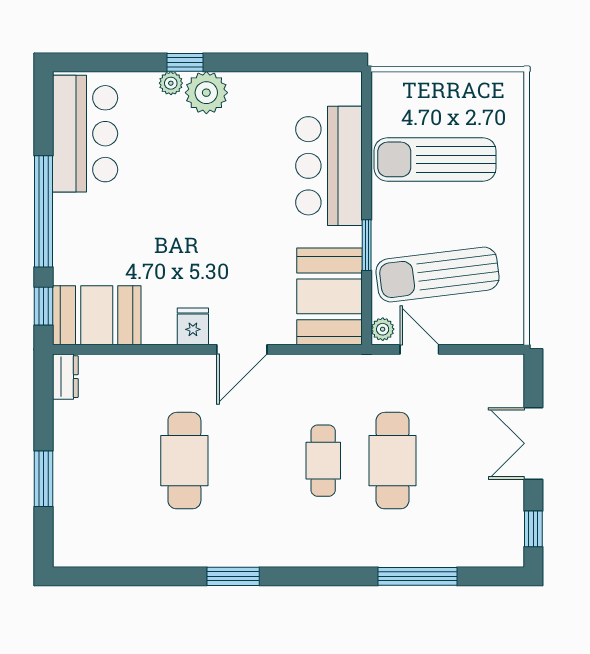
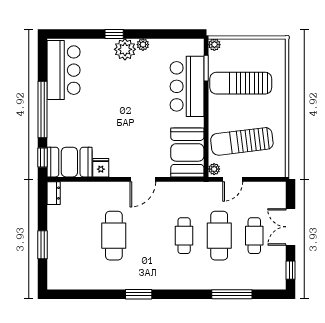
plant: (171, 83) -> (143, 45), moved
plant: (383, 83) -> (214, 45), added
window: (367, 245) -> (206, 68), moved
fridge: (193, 326) -> (101, 168), moved
door: (419, 349) -> (233, 179), swing flipped
cafe table: (462, 461) -> (254, 236), added

